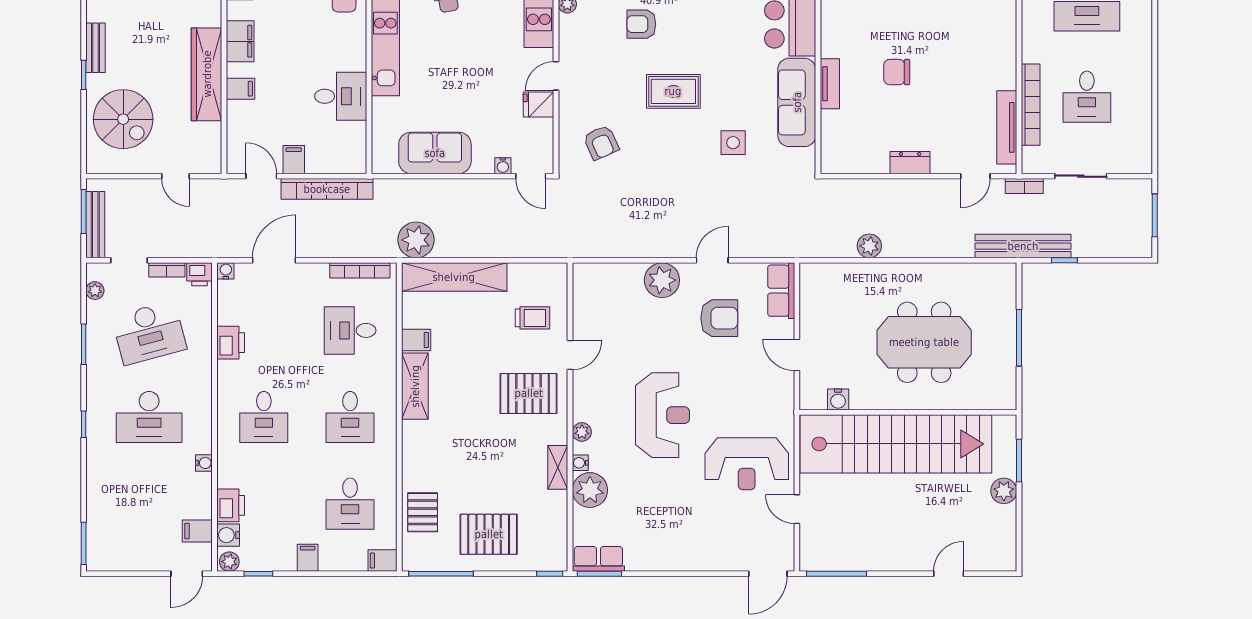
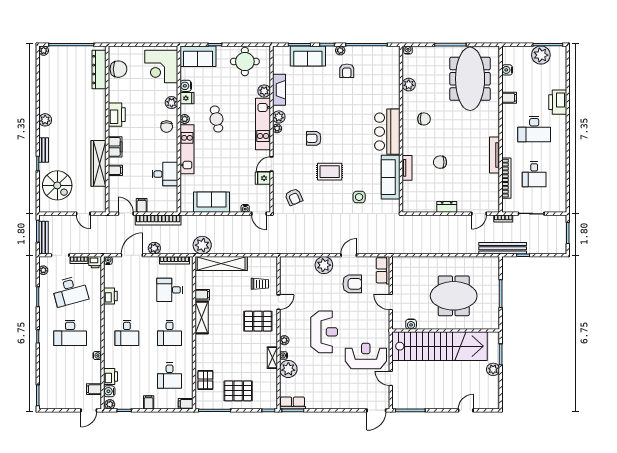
tv unit: (1007, 127) -> (495, 155), moved
plant: (869, 246) -> (154, 248), moved
reception desk: (747, 464) -> (366, 356), turned 180

